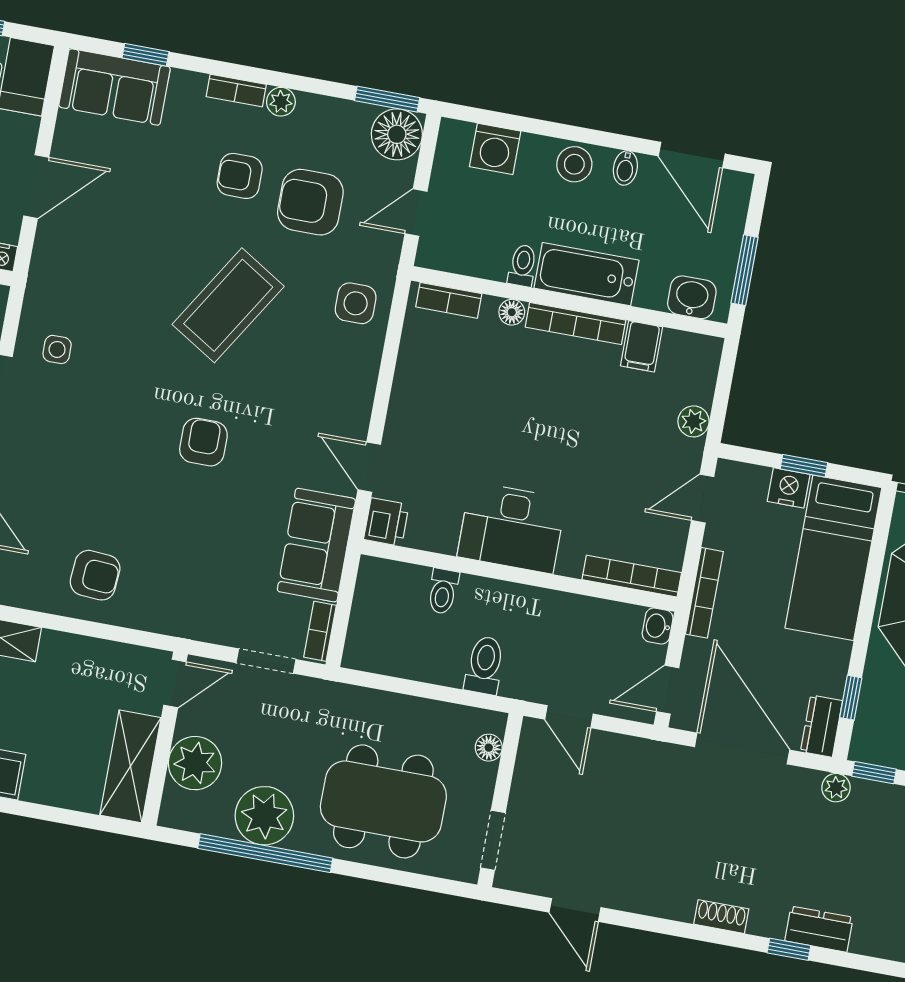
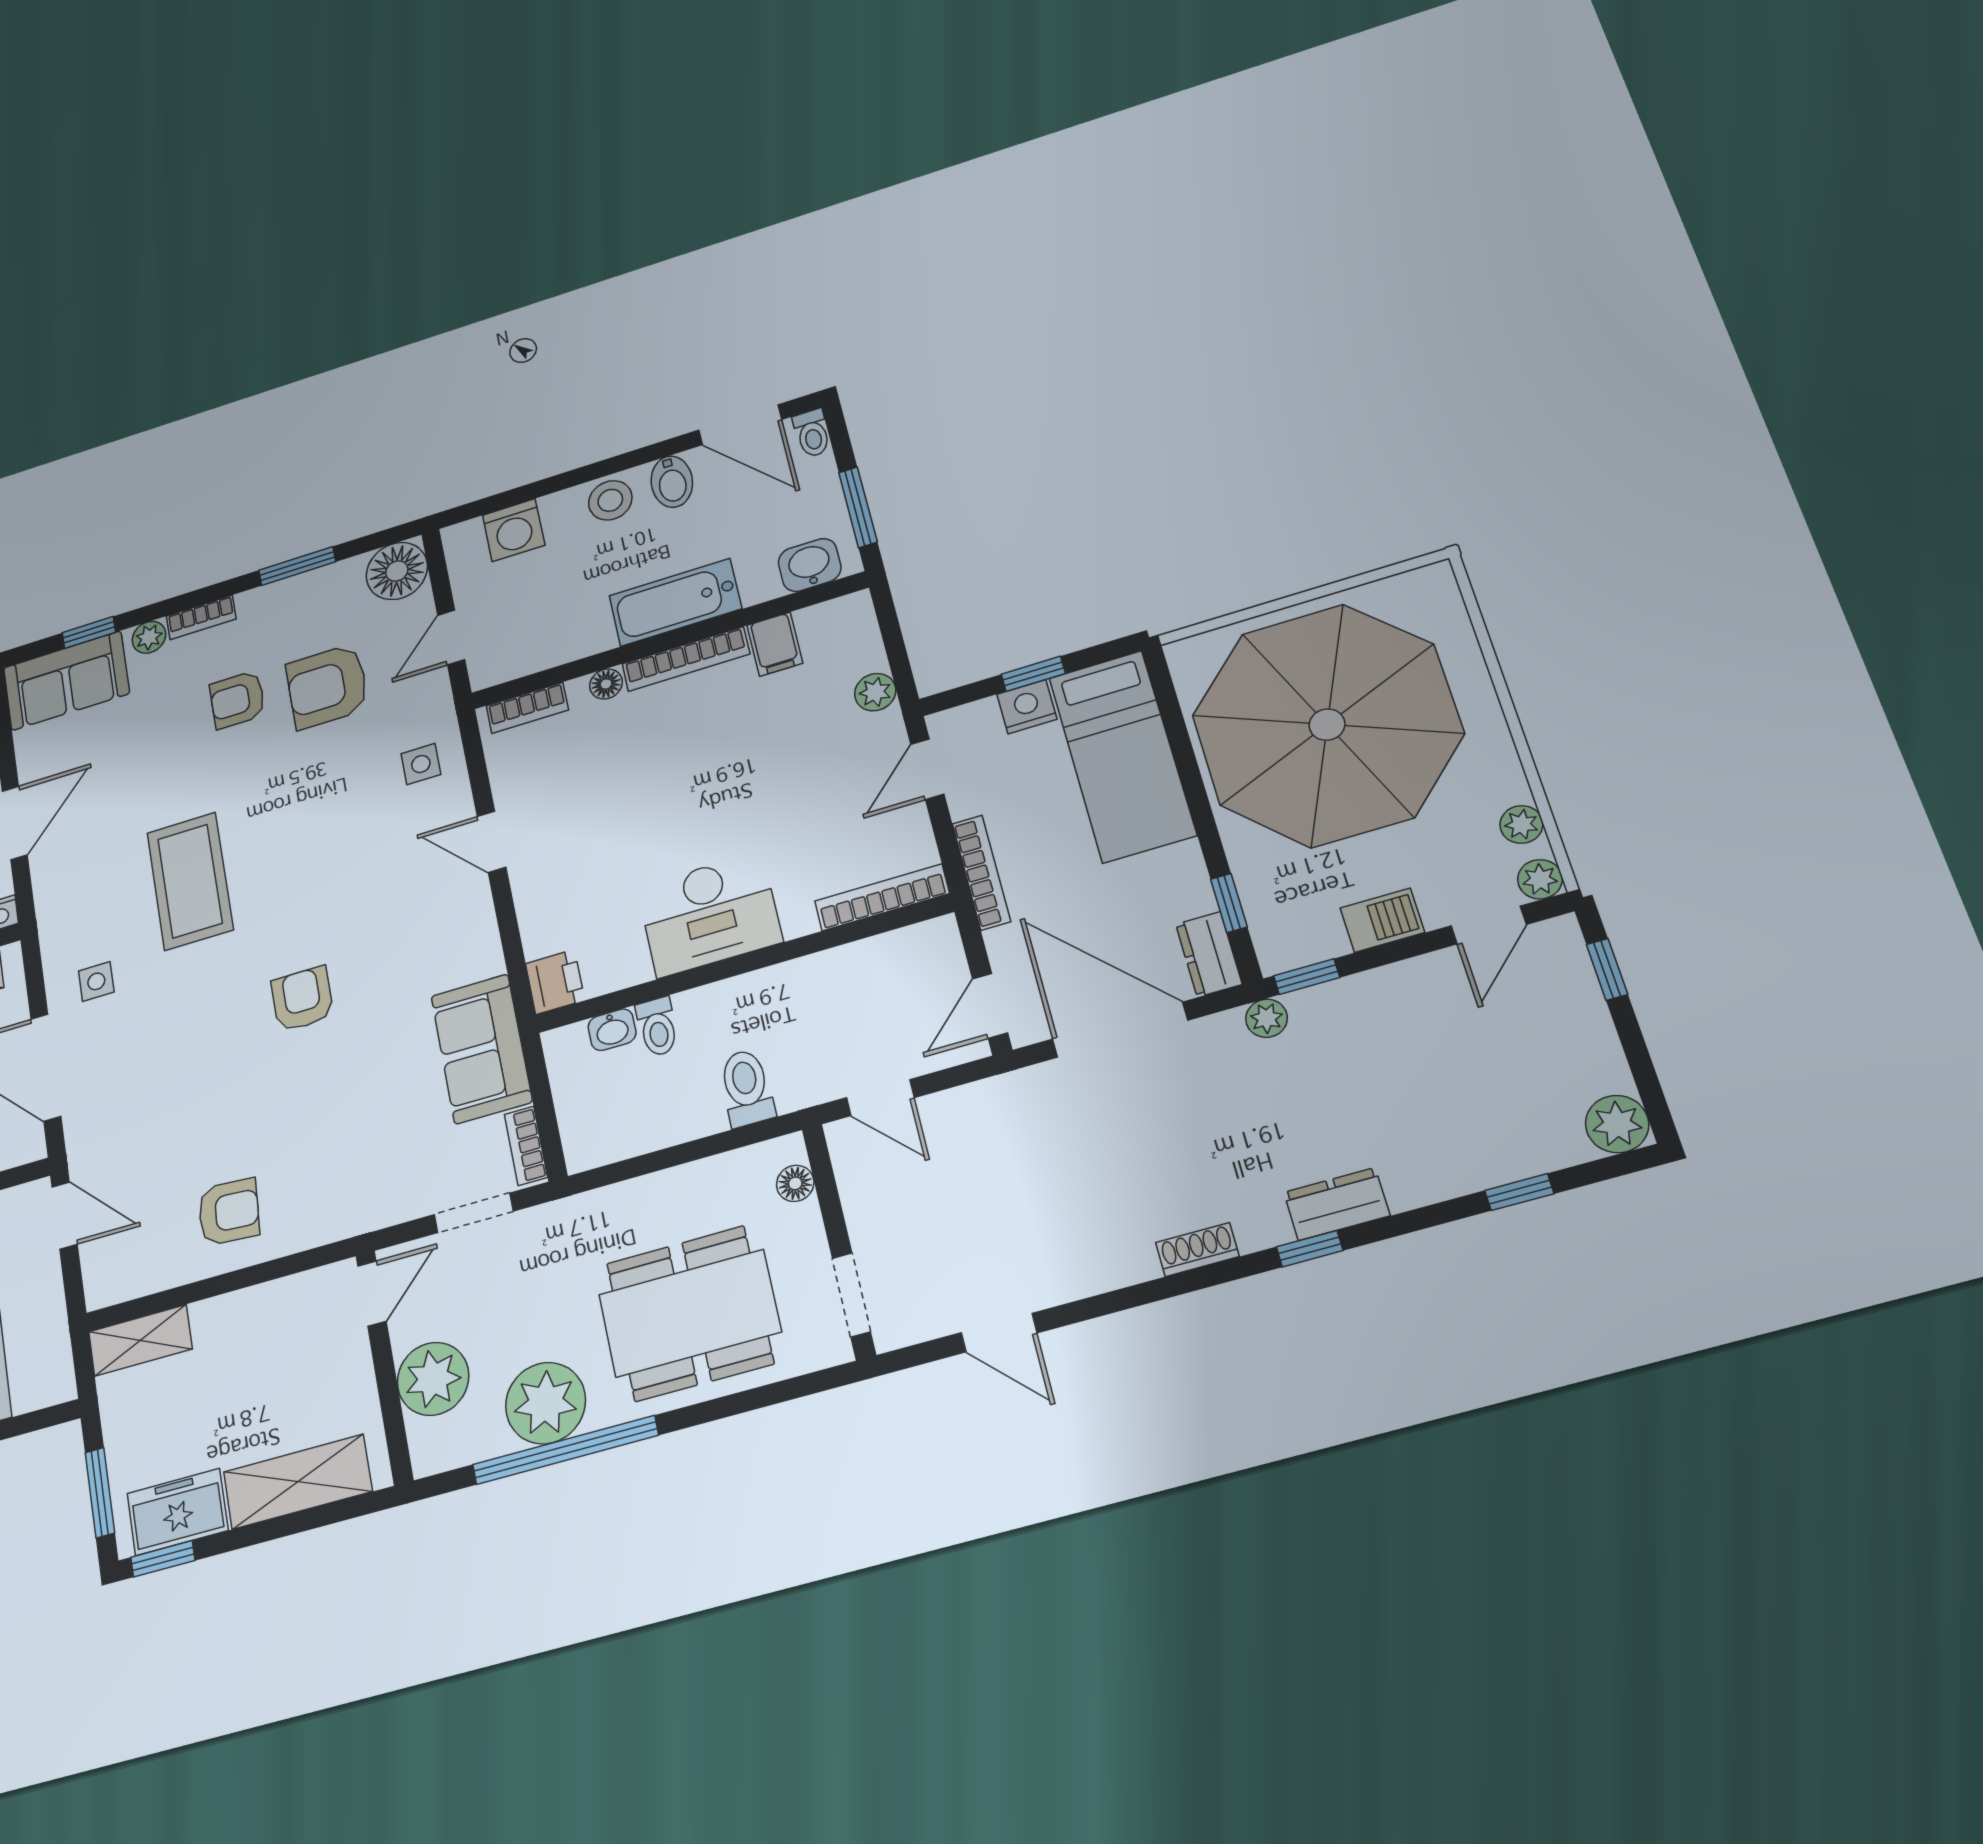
window: (387, 99) -> (297, 566), moved
plant: (281, 102) -> (149, 637), moved
bidet: (625, 168) -> (672, 482), width x1.38, depth x1.36
toilet: (523, 266) -> (812, 433), moved, turned 180
side table: (356, 303) -> (421, 764), width x0.73, depth x0.73
coffee table: (228, 305) -> (190, 881), moved, turned -32
door: (369, 467) -> (492, 842), moved
washbasin: (658, 626) -> (612, 1030), moved, turned -90
shelving: (130, 766) -> (298, 1482), moved, turned 90

